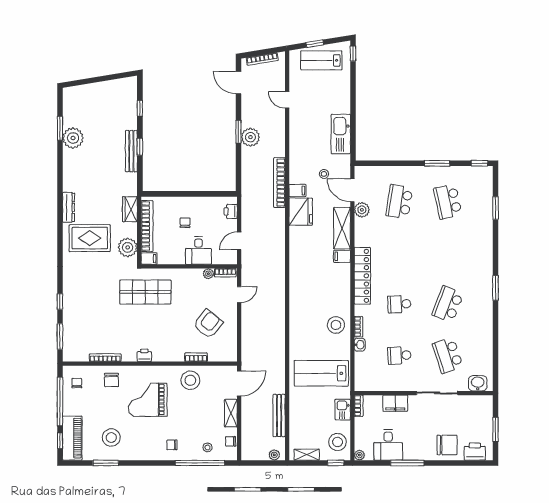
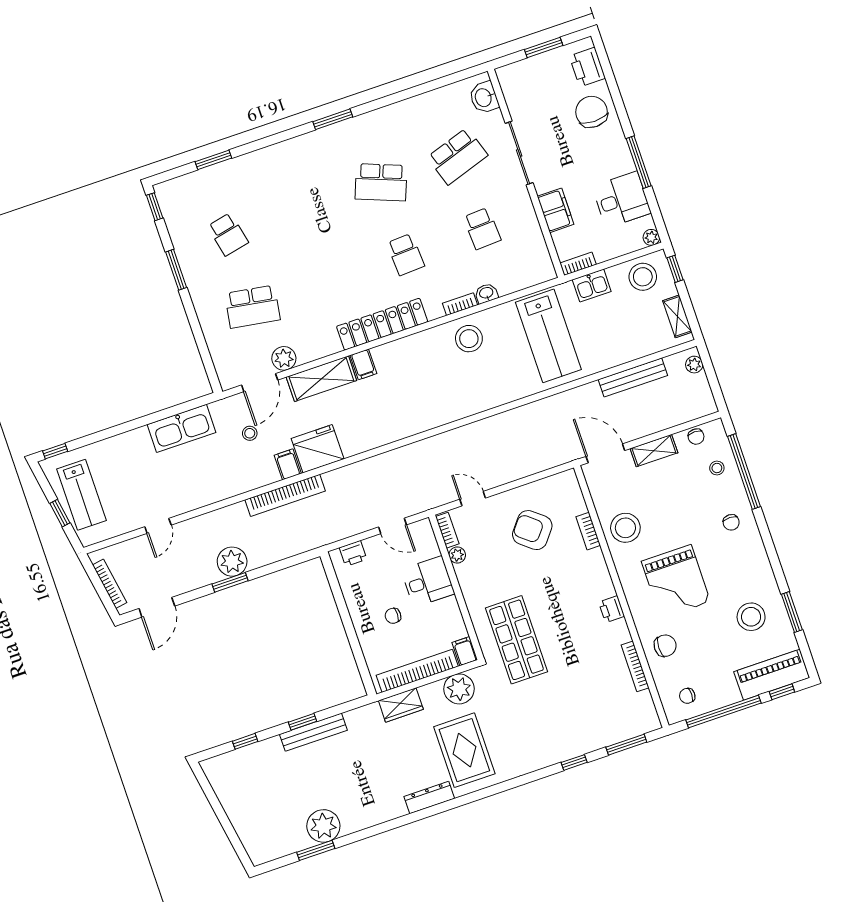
school desk: (448, 202) -> (228, 234), width x0.54

